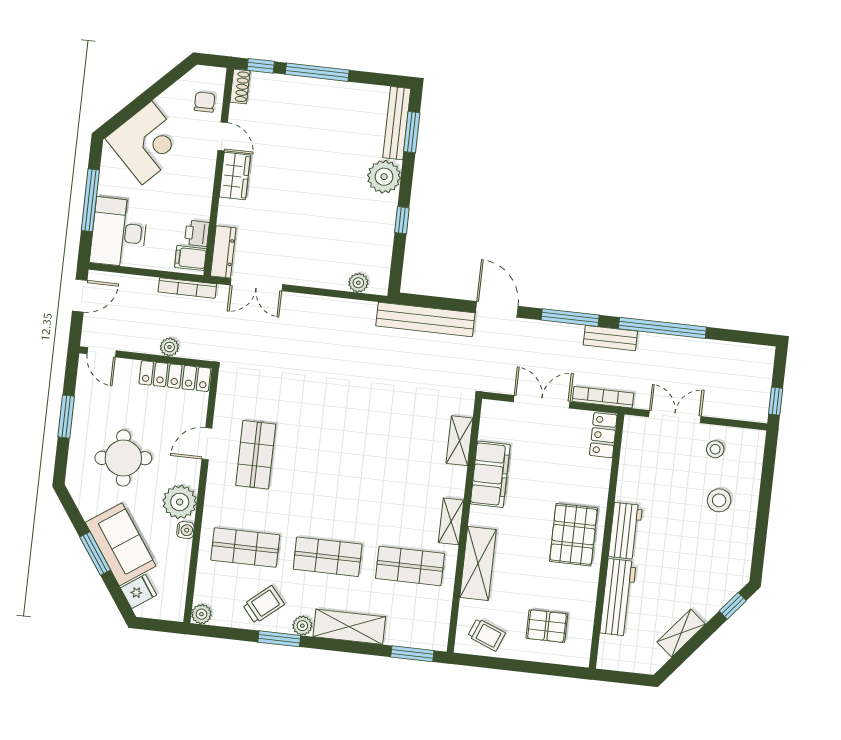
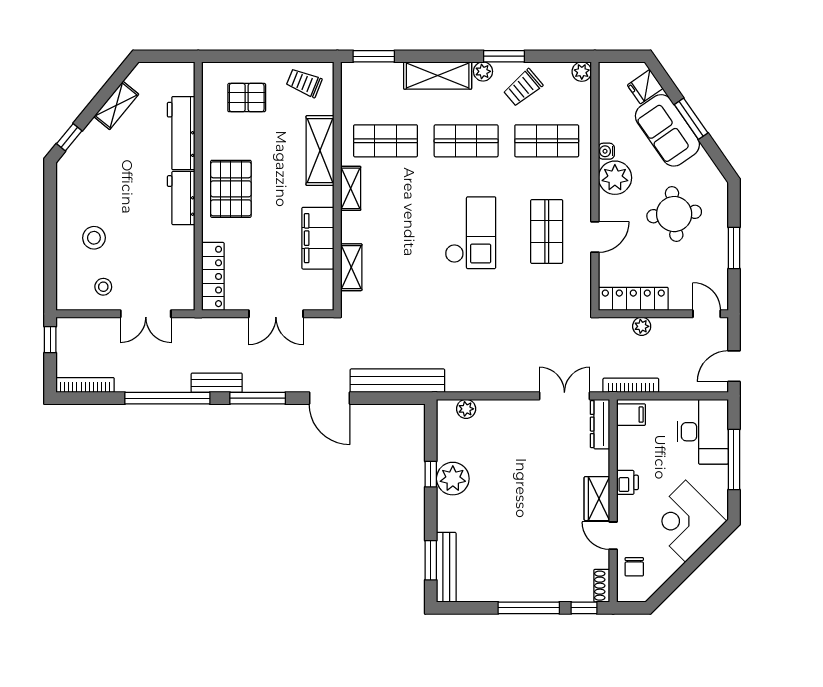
plant: (384, 177) -> (453, 479), moved
printer: (197, 233) -> (627, 482), moved
bookcase: (603, 397) -> (85, 385), moved, turned 180
locker: (603, 435) -> (213, 276), width x1.53
checkout: (334, 462) -> (471, 233), added

